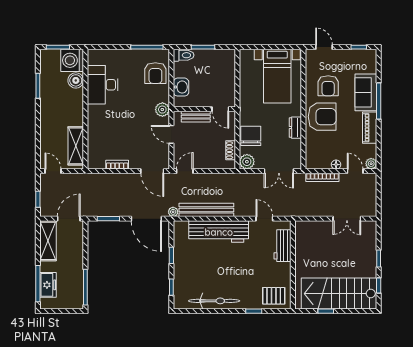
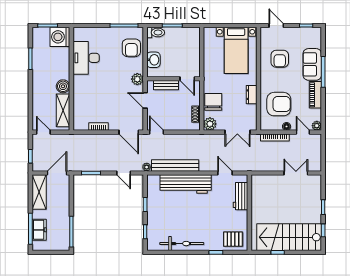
boiler: (76, 80) -> (63, 86), moved
armchair: (322, 117) -> (279, 104), moved
door: (185, 171) -> (157, 132), hinge flipped
door: (146, 219) -> (124, 173), width x0.53
double door: (347, 219) -> (296, 173), swing flipped

